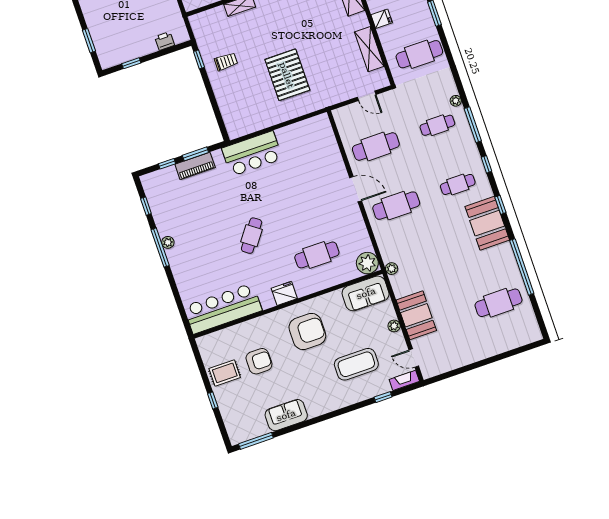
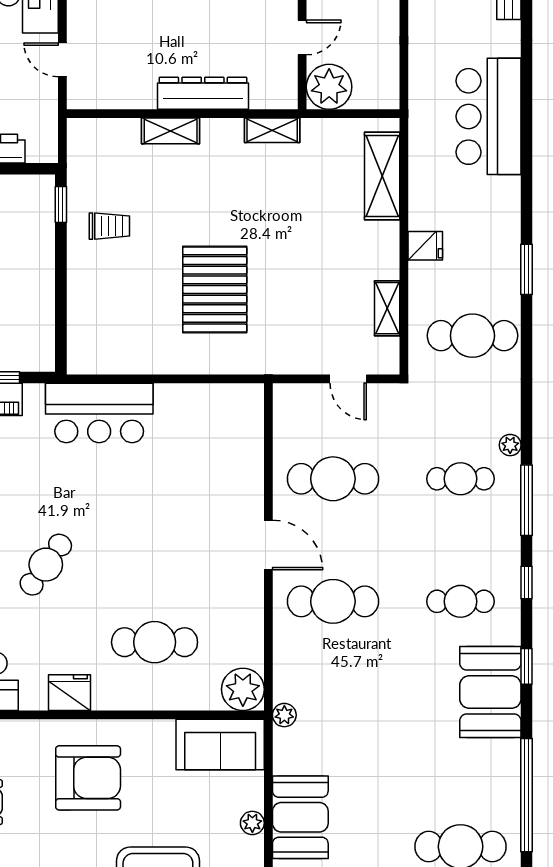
shelving: (369, 49) -> (387, 308), width x0.67, depth x0.75

